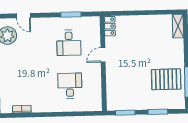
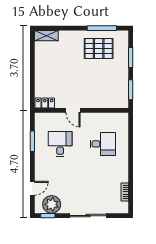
desk: (69, 43) -> (60, 144), turned -90
pallet: (166, 79) -> (99, 49), turned 90
desk: (70, 86) -> (103, 144), turned 180

